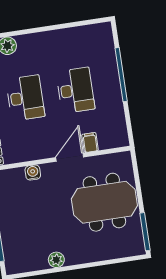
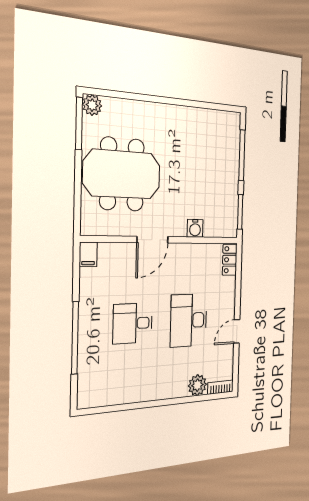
desk: (75, 90) -> (133, 323), width x0.73
filing cabinet: (90, 142) -> (88, 254), moved
plant: (56, 260) -> (92, 105), moved

